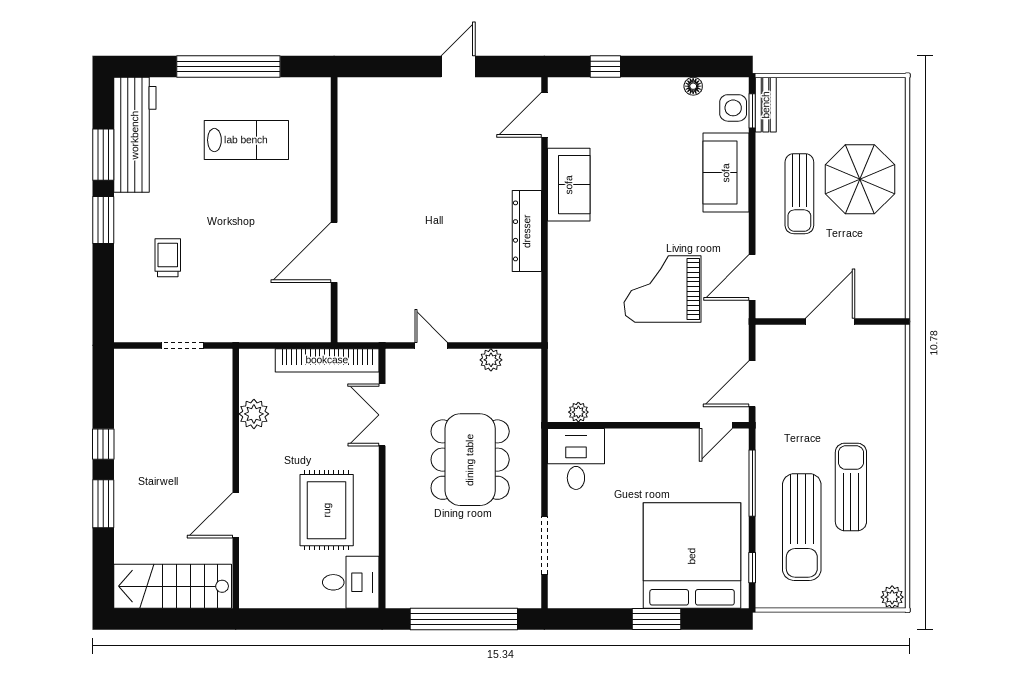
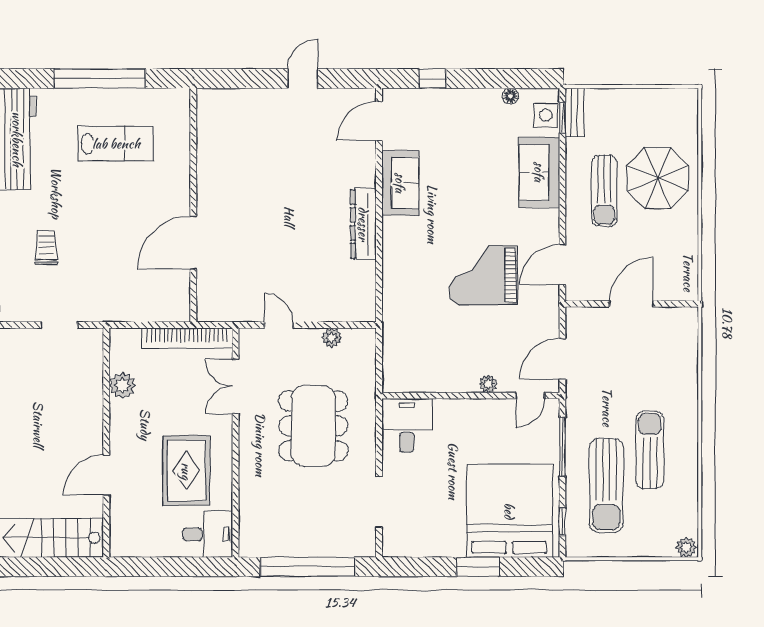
plant: (578, 412) -> (488, 384), moved

